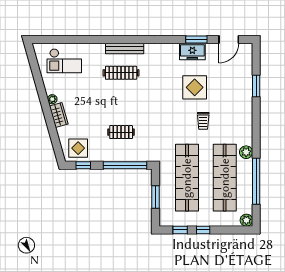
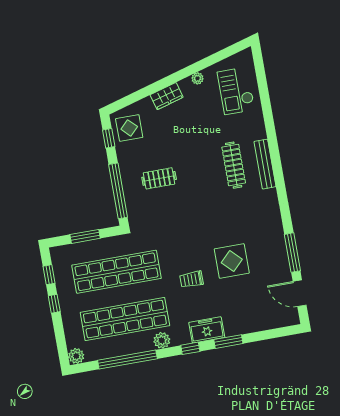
window: (196, 40) -> (292, 253), width x1.44
freezer: (192, 51) -> (207, 330), moved, turned 90
window: (256, 86) -> (228, 342), moved
plant: (52, 99) -> (197, 78), moved
window: (256, 131) -> (190, 348), added
clothes rail: (121, 132) -> (159, 178), turned 90

